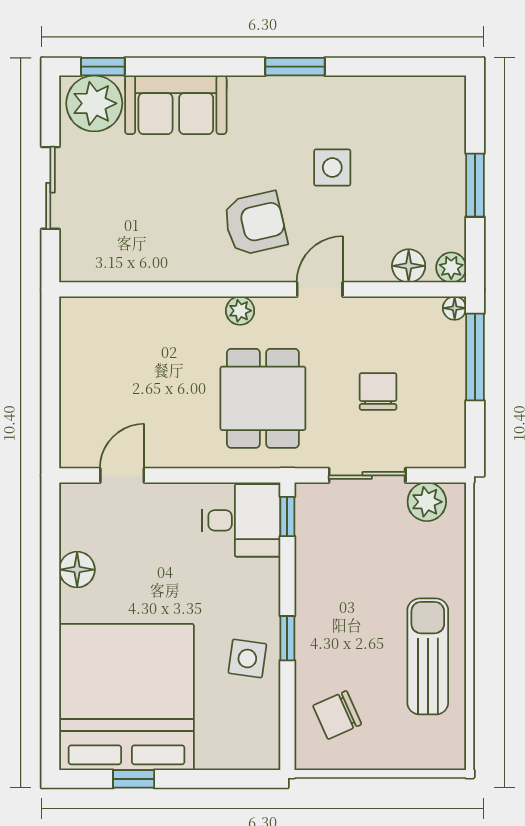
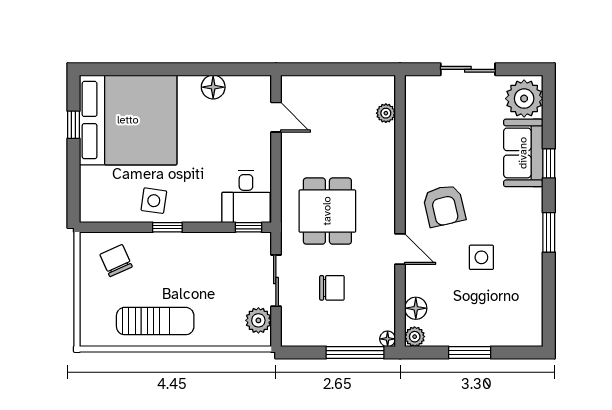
window: (103, 67) -> (549, 163), moved
plant: (240, 311) -> (386, 113), moved
dining table: (263, 398) -> (327, 211), turned 90

